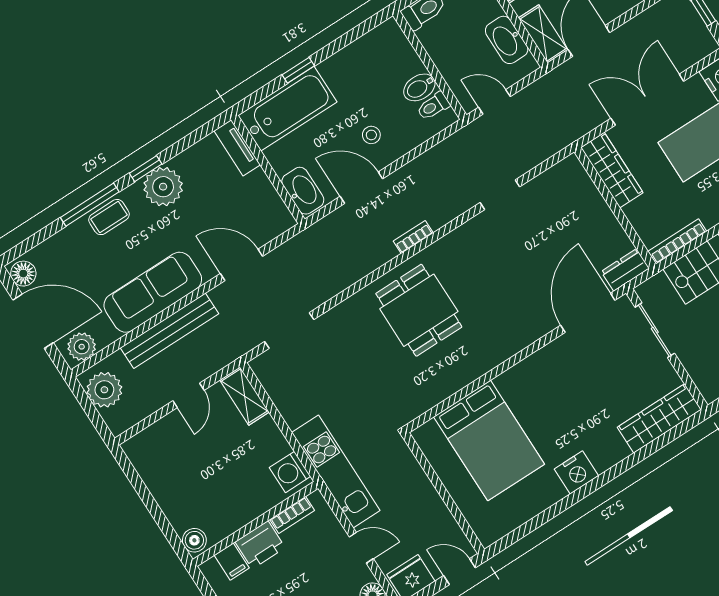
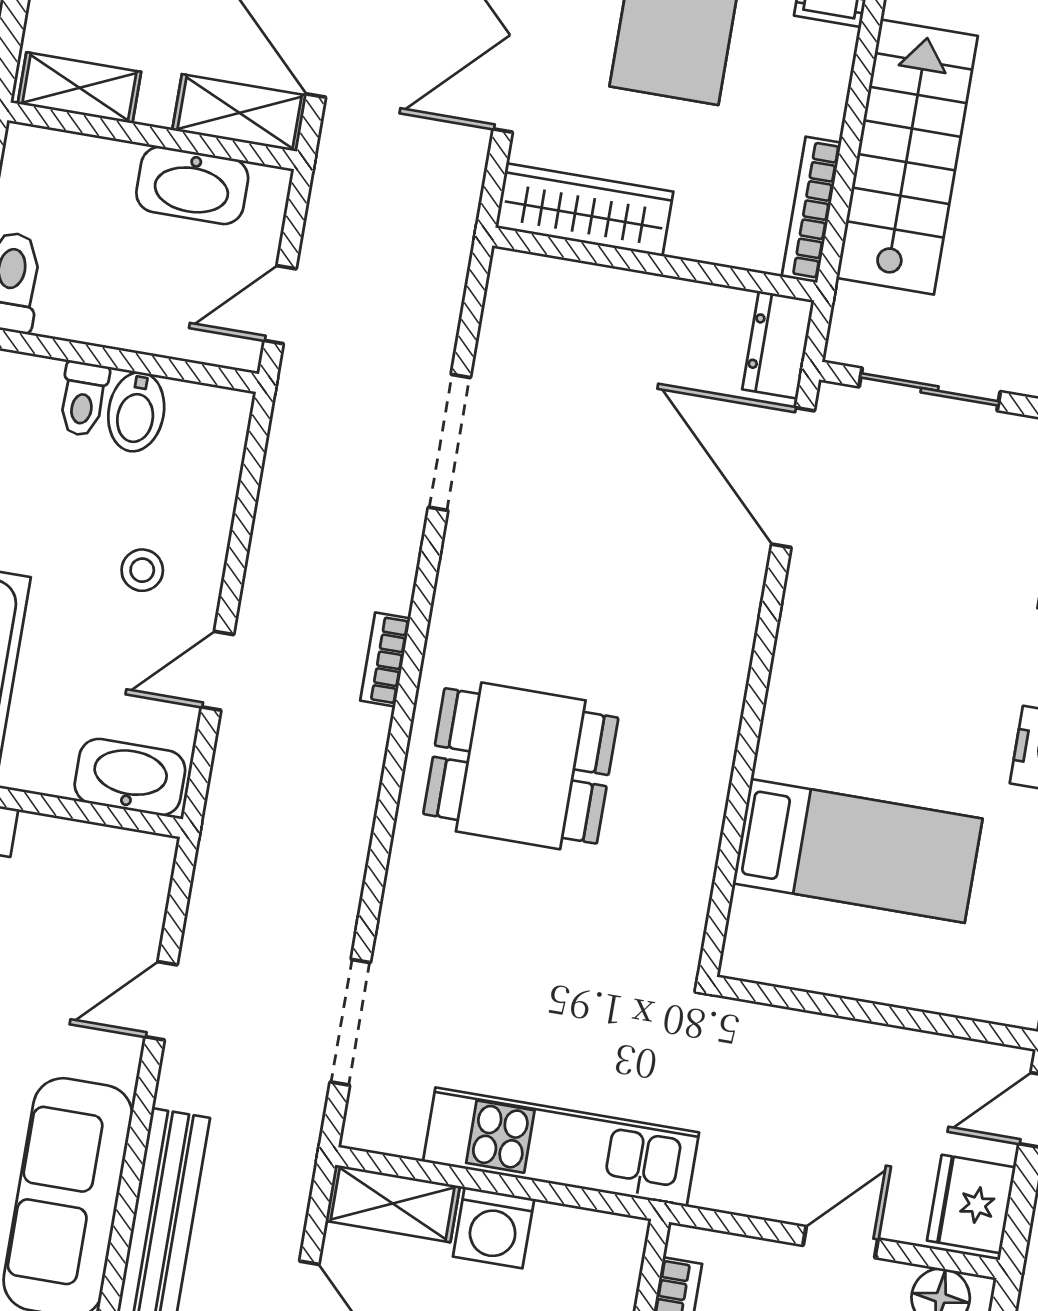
toilet: (433, 106) -> (83, 399), moved
door: (361, 188) -> (218, 671), width x0.73
doorway: (500, 195) -> (449, 442), width x1.38
door: (241, 265) -> (161, 1001), width x0.73
bed: (489, 441) -> (858, 851), width x0.67
washing machine: (290, 472) -> (494, 1228), moved
kitchen unit: (336, 472) -> (561, 1147), moved

